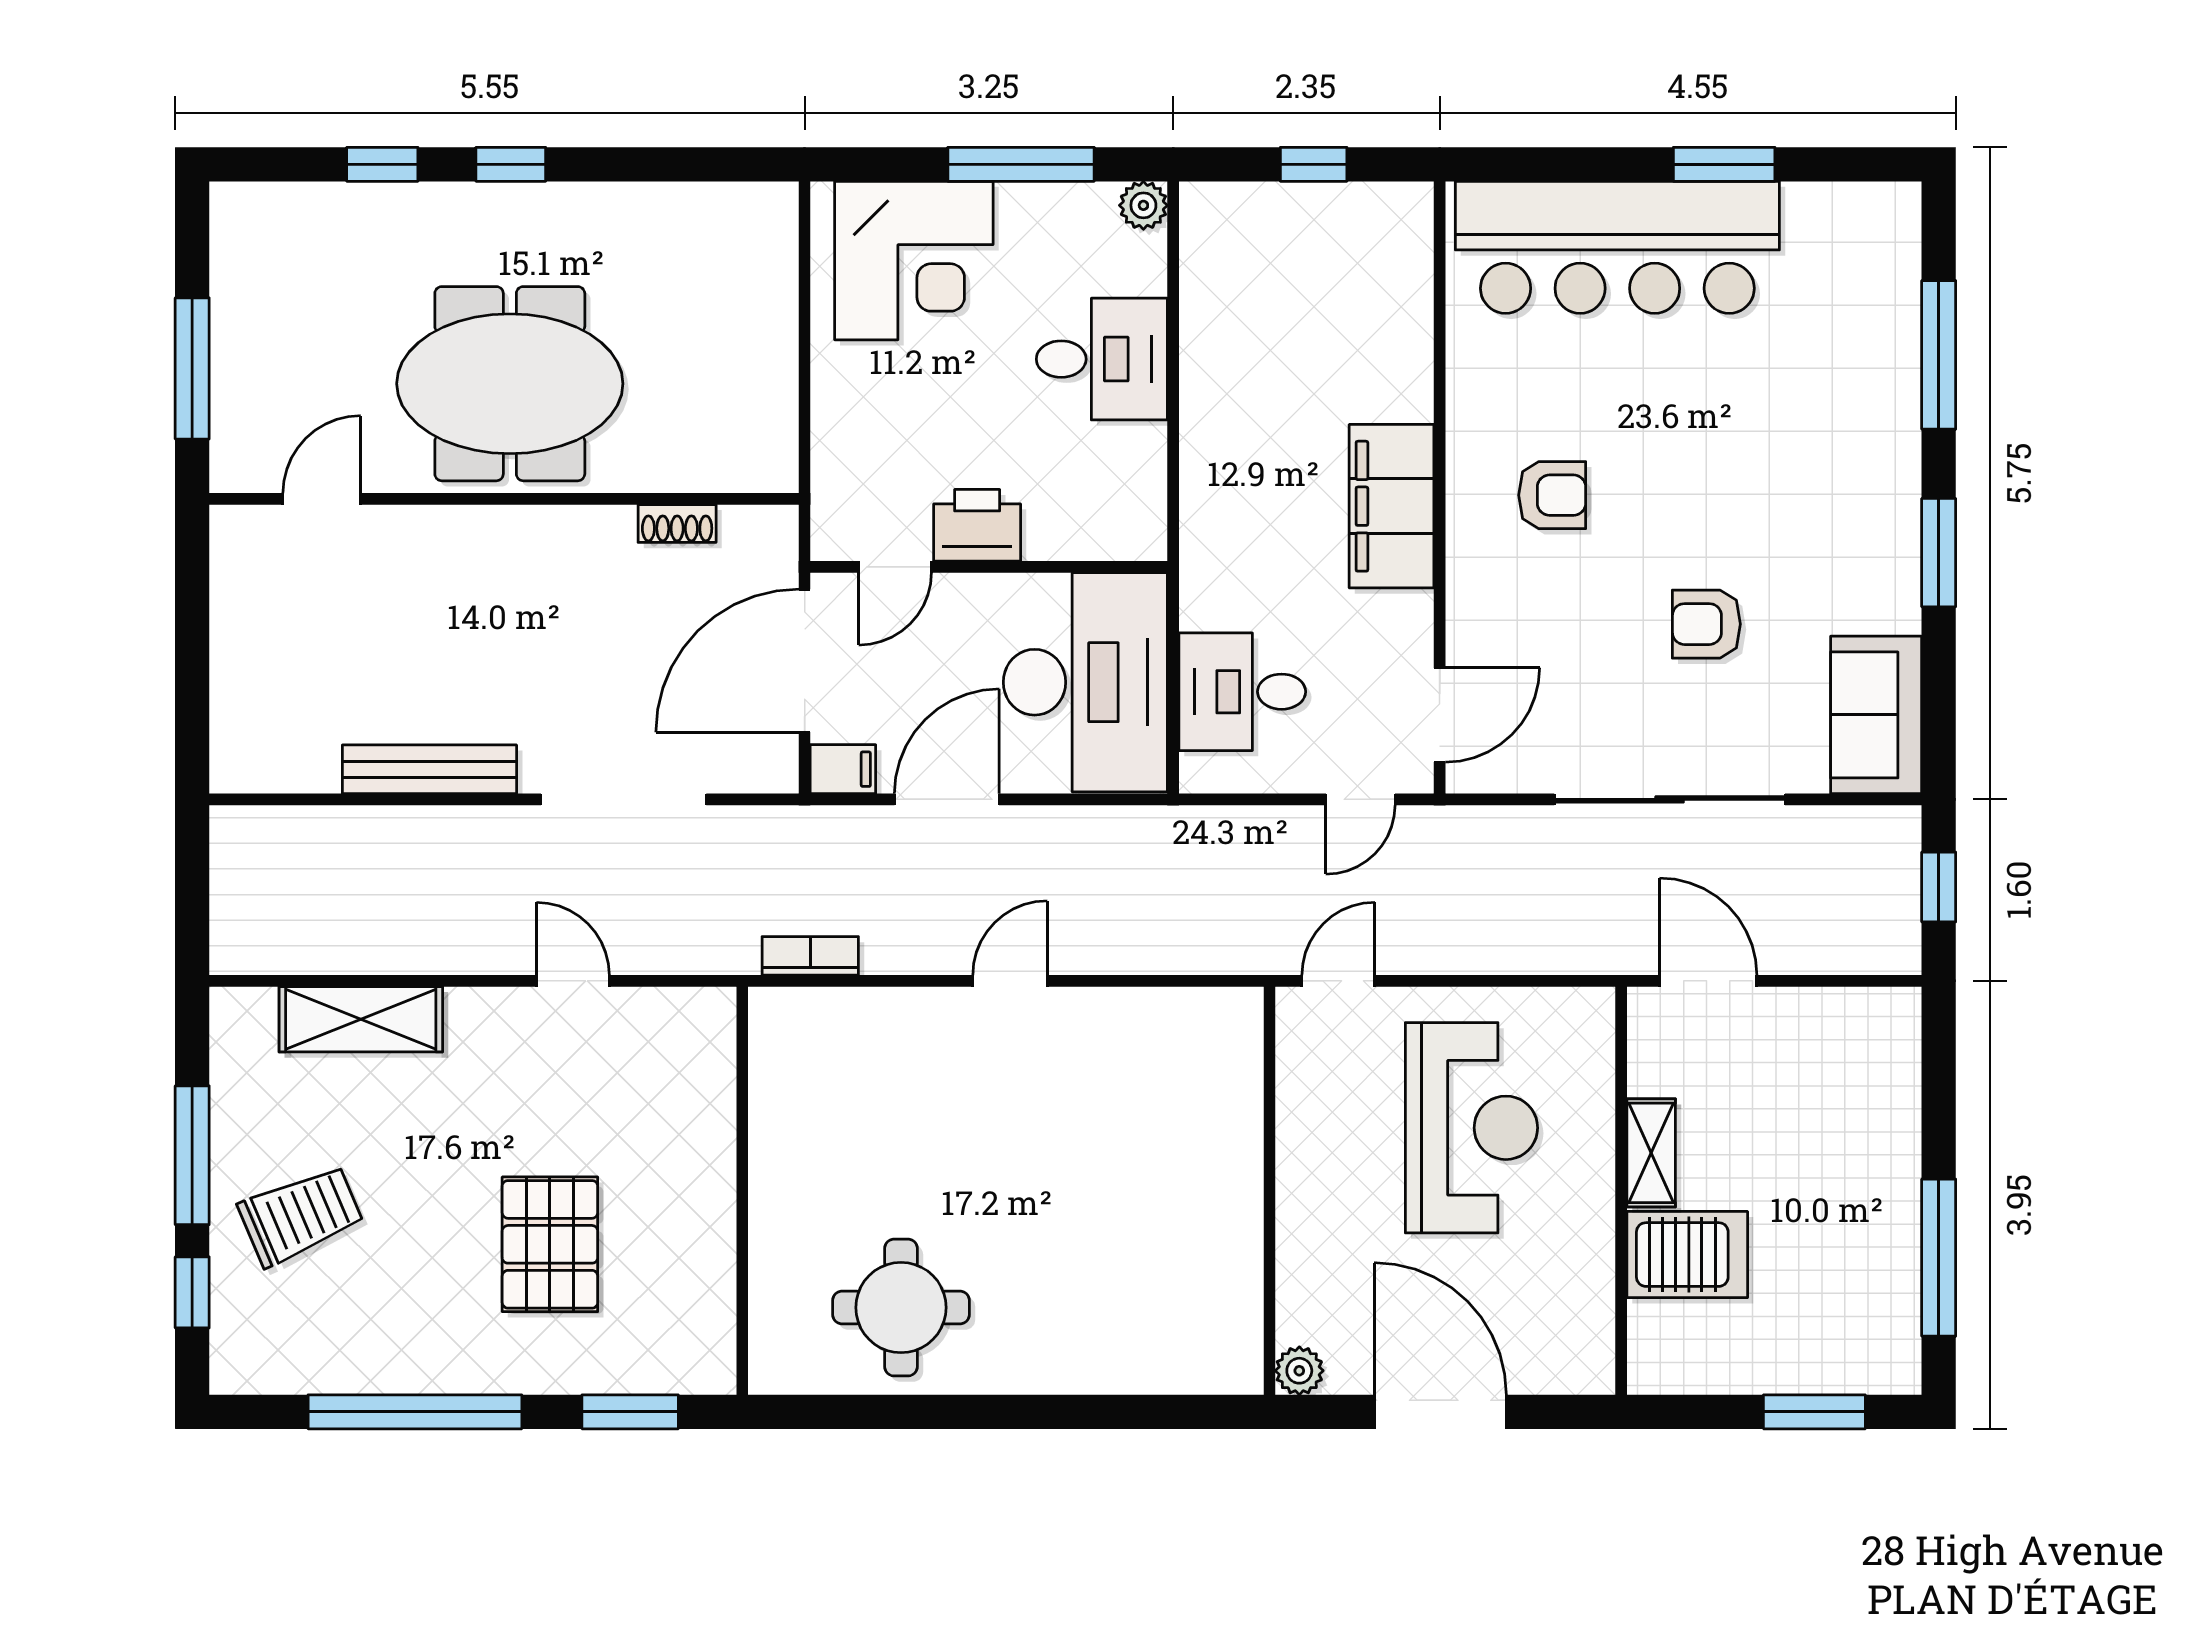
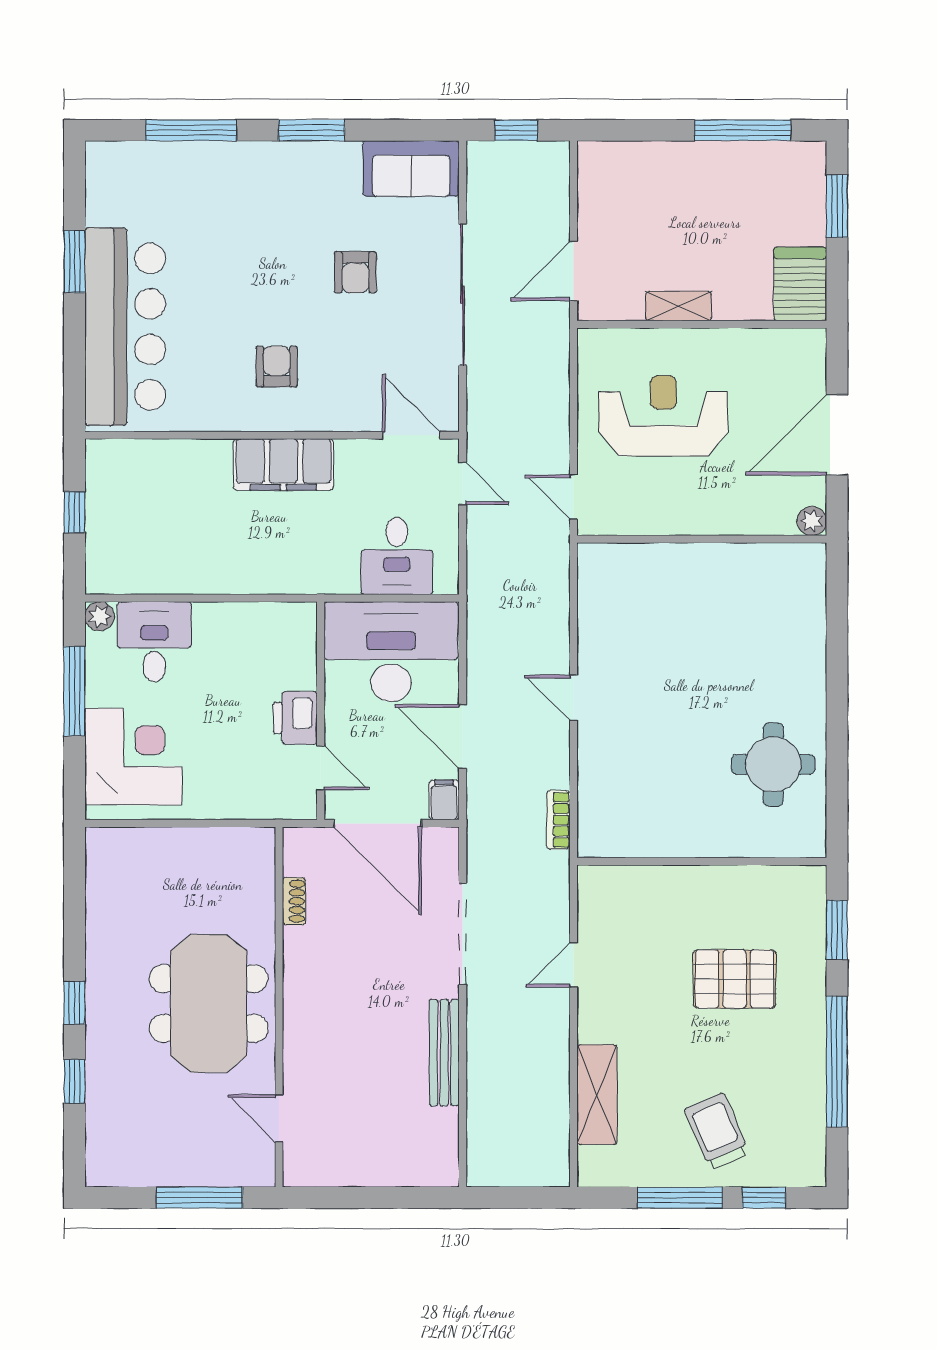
desk: (1102, 359) -> (154, 642), moved
server rack: (1687, 1255) -> (800, 284), moved

